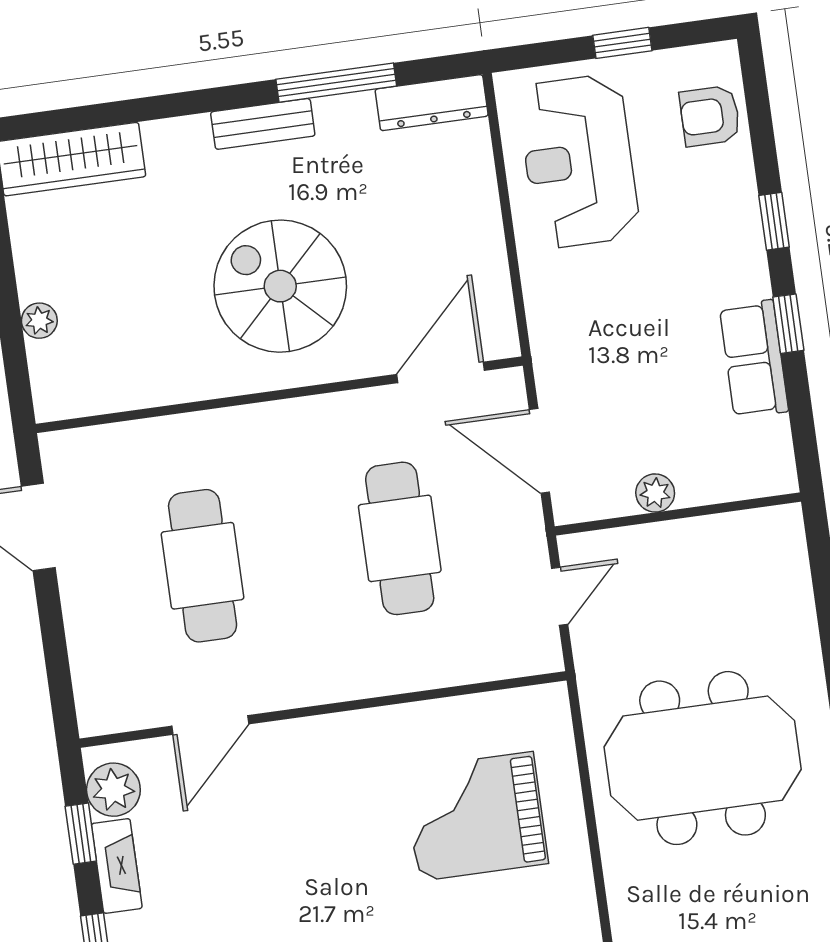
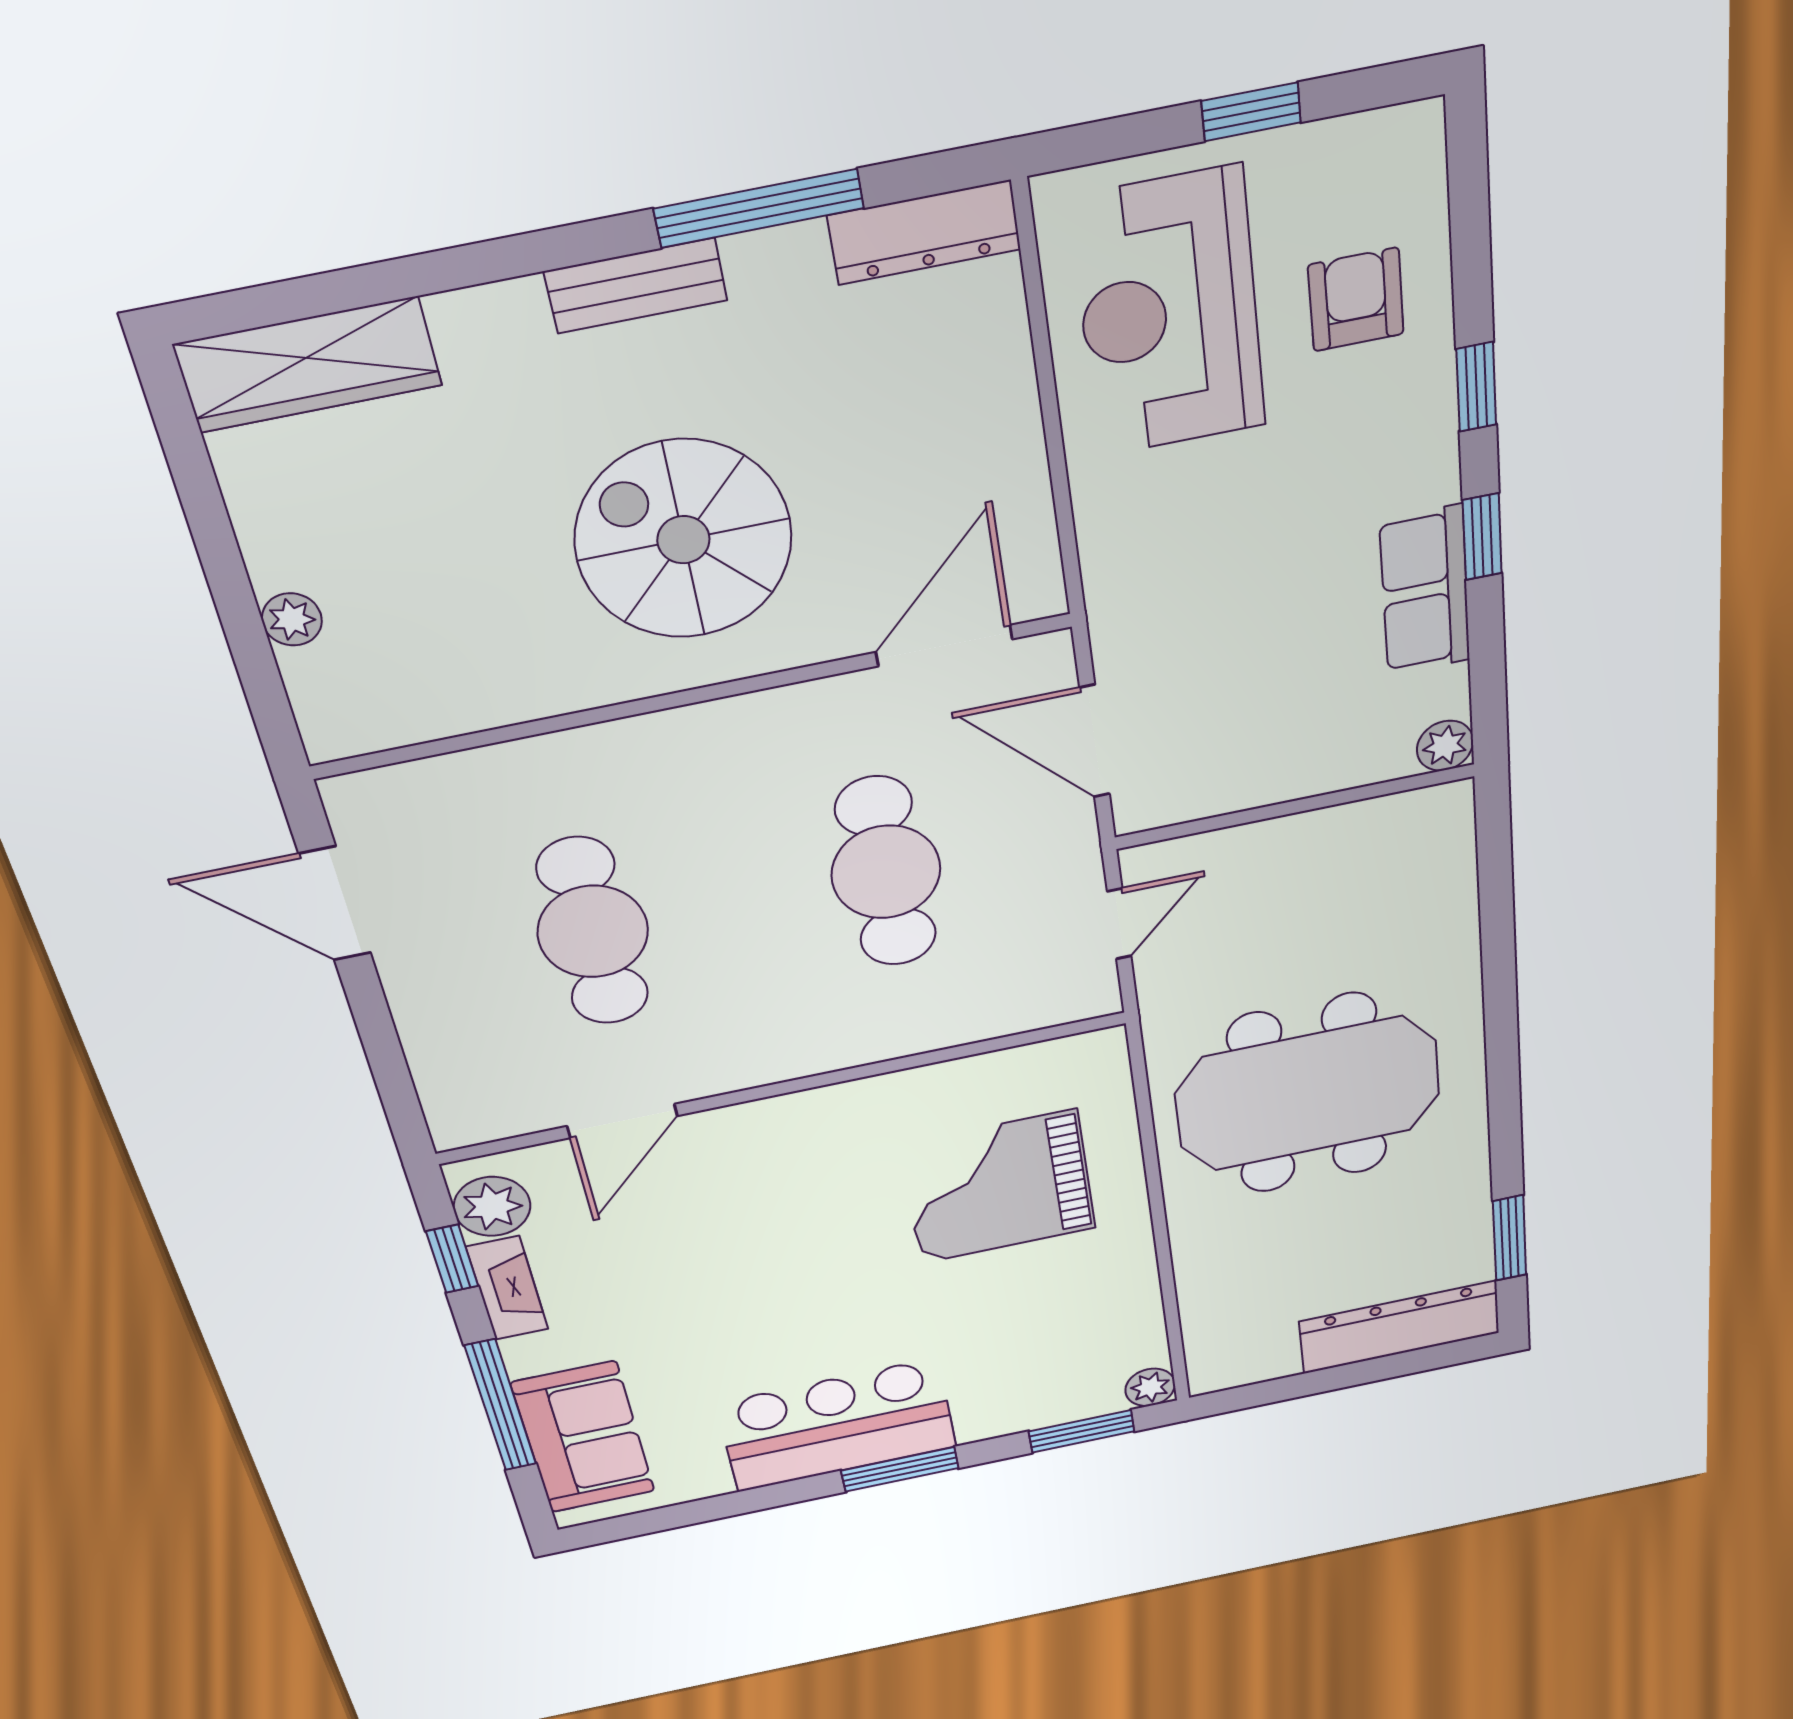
armchair: (710, 116) -> (1356, 300), moved, turned 90
plant: (655, 493) -> (1445, 746), moved

